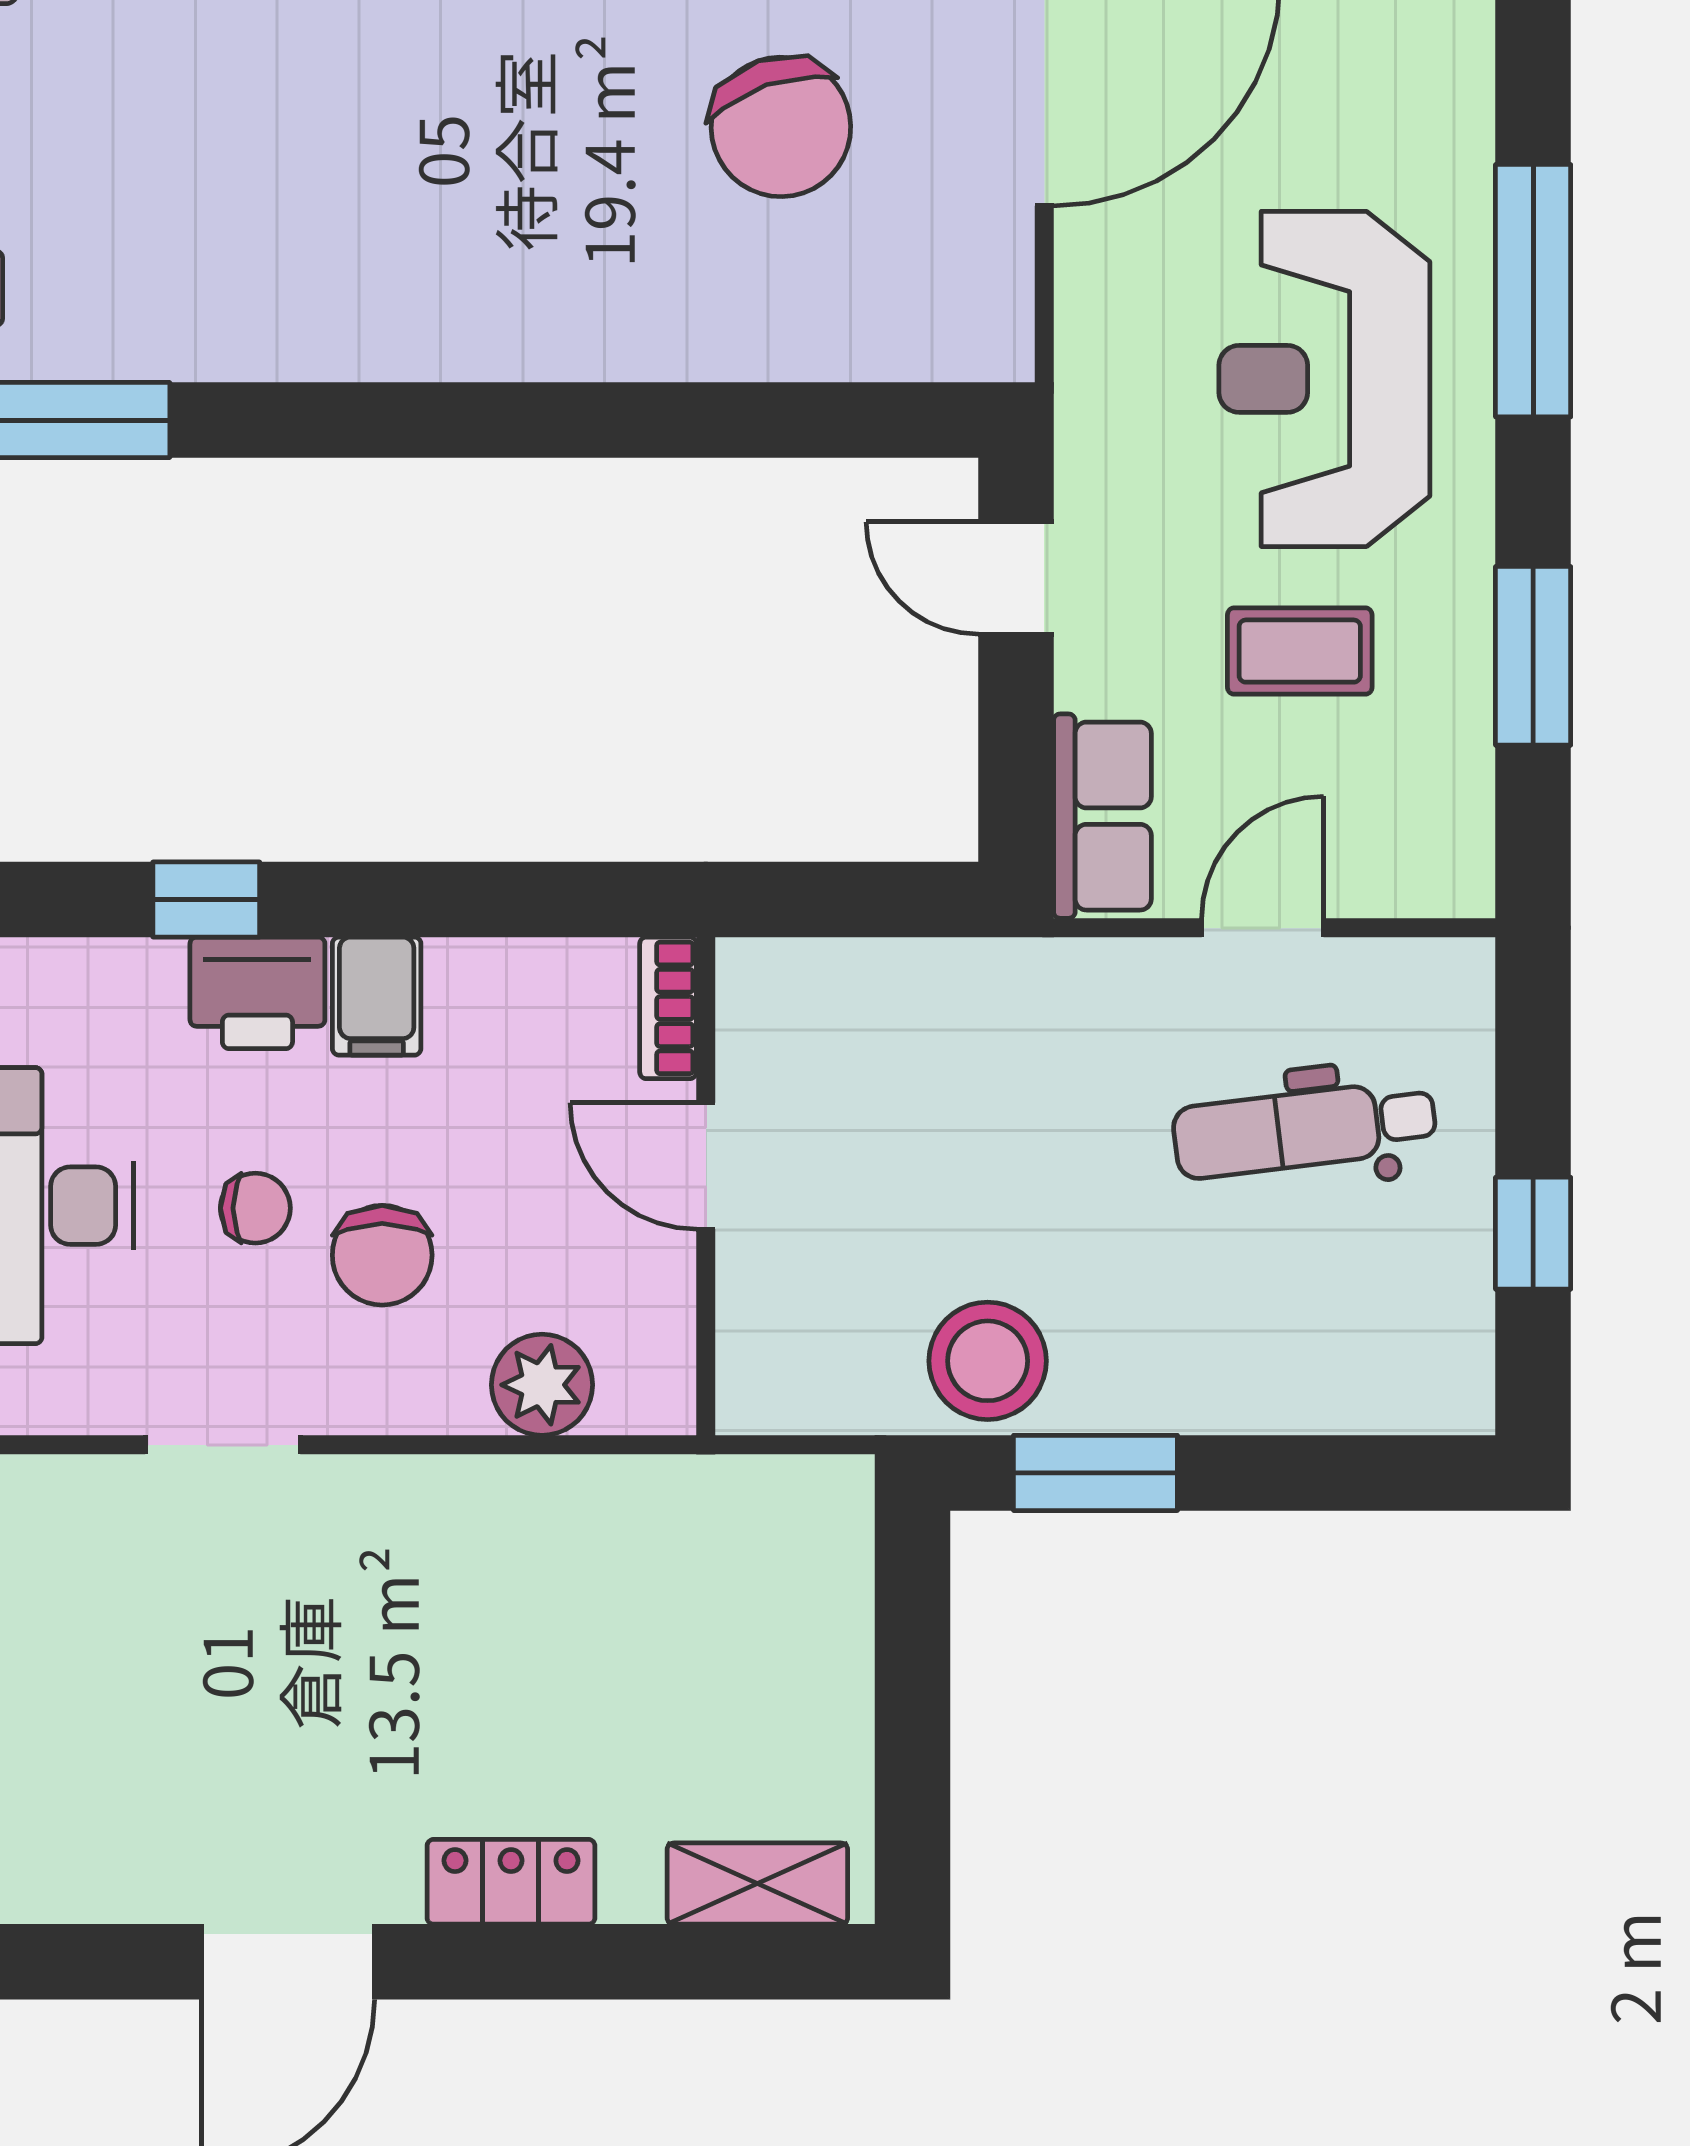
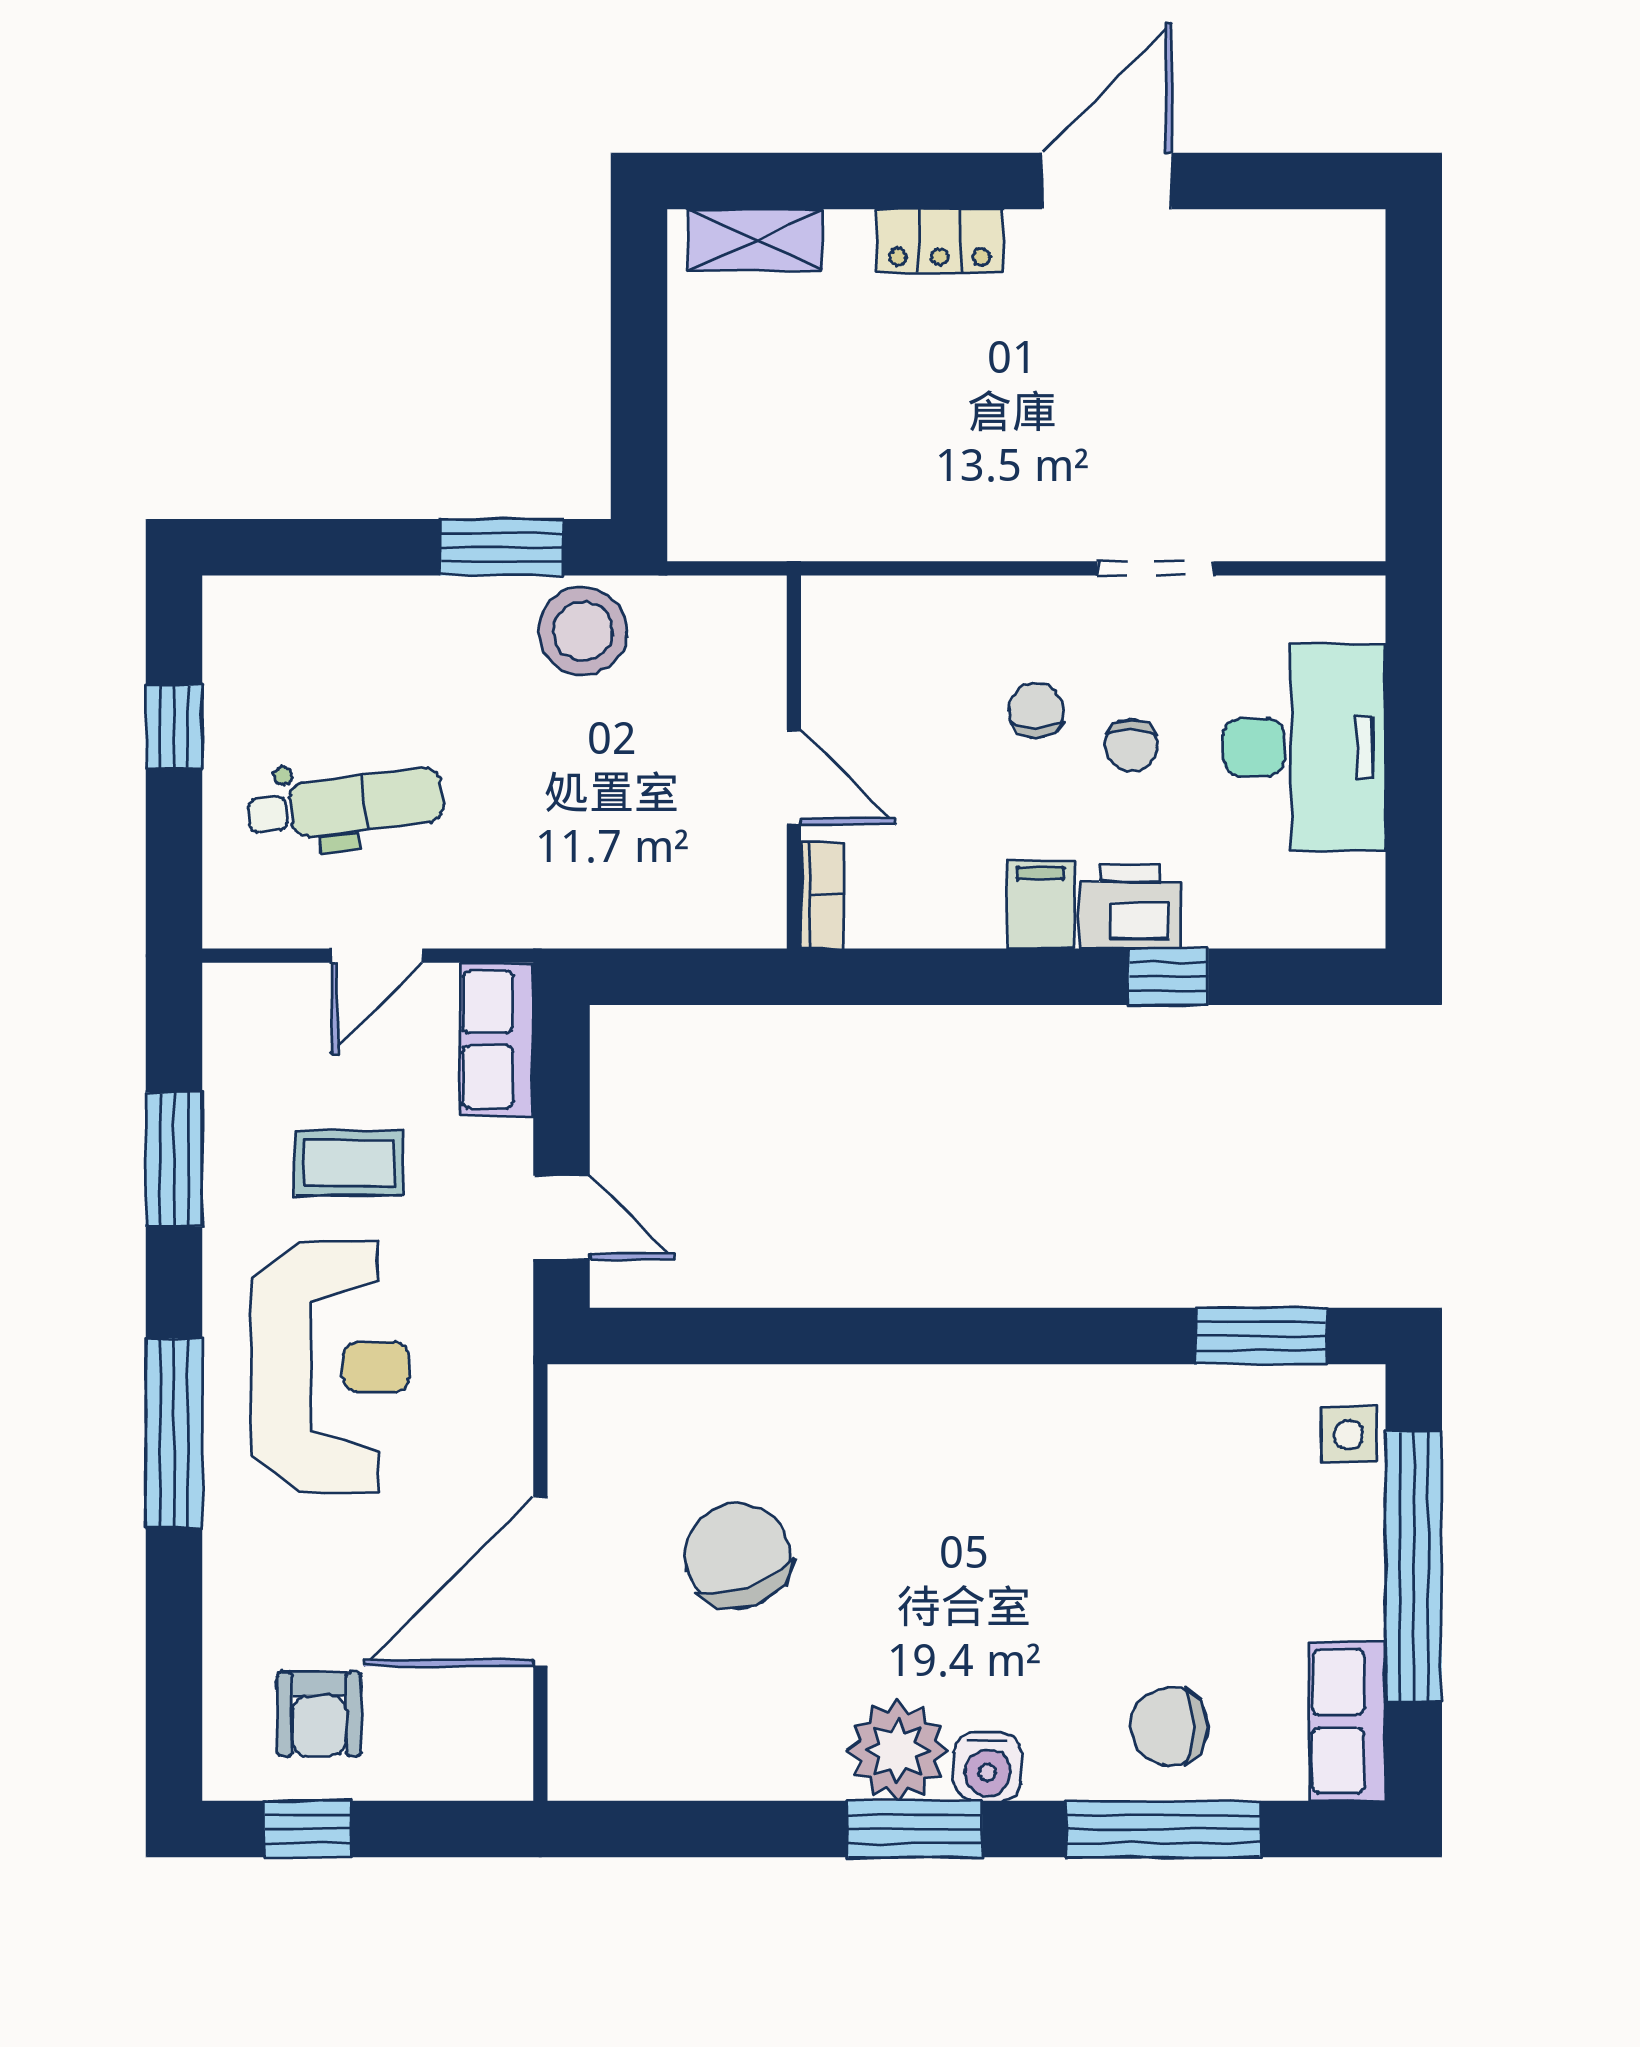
chair: (255, 1208) -> (1131, 746), turned -90
chair: (382, 1255) -> (1036, 710), width x0.73, depth x0.73
plant: (542, 1385) -> (917, 613), removed

